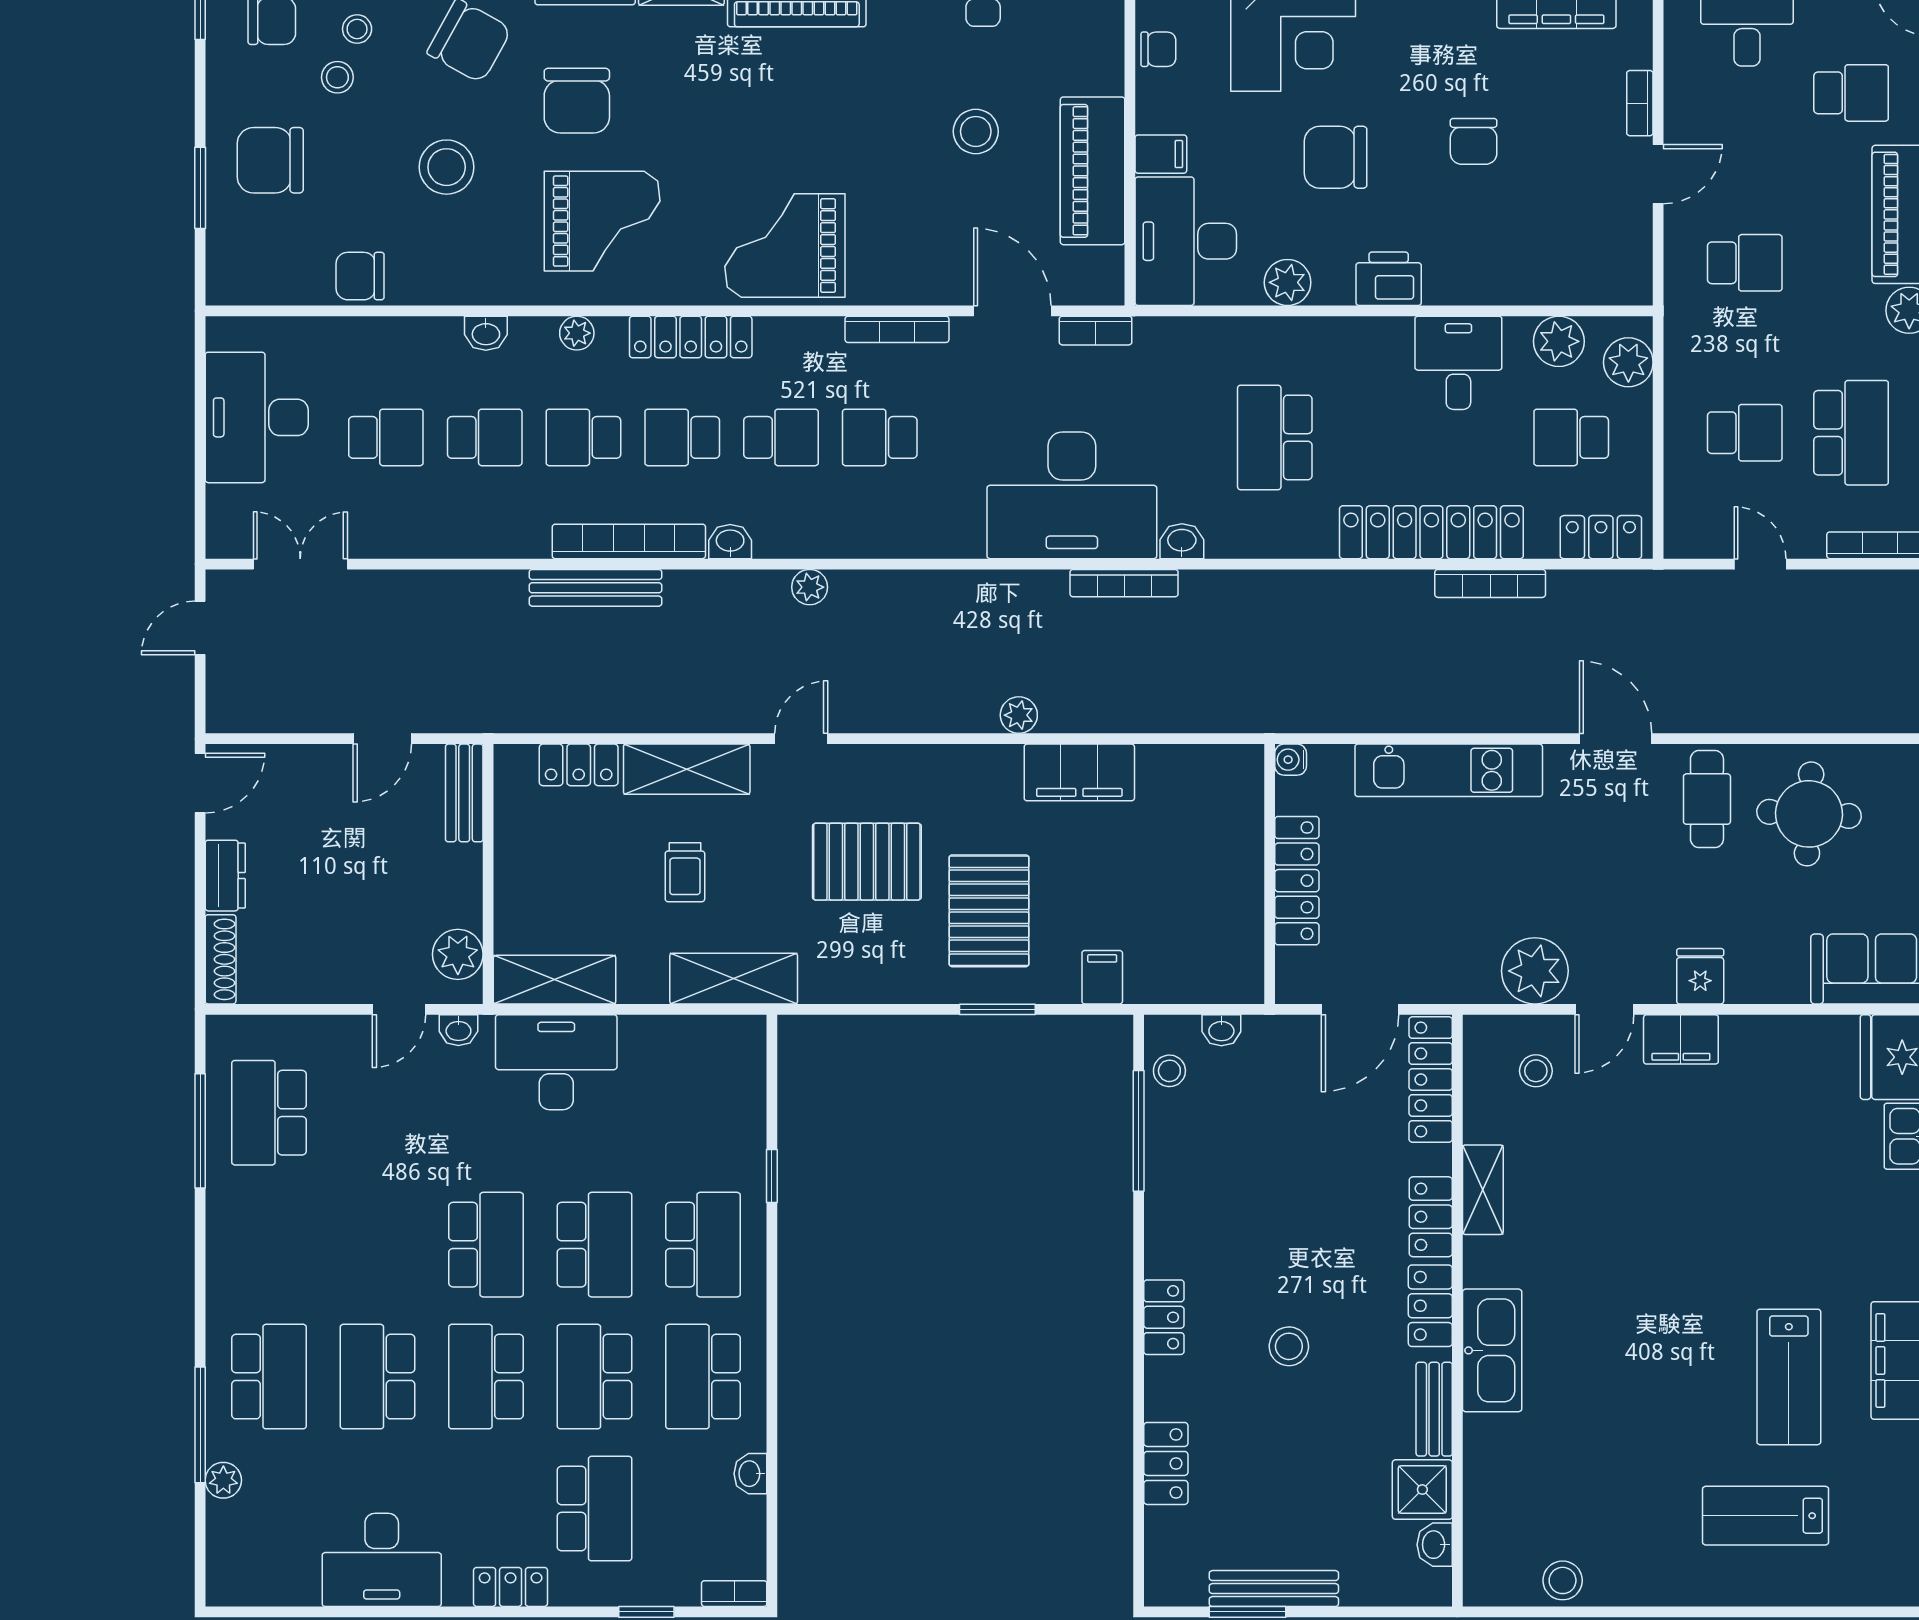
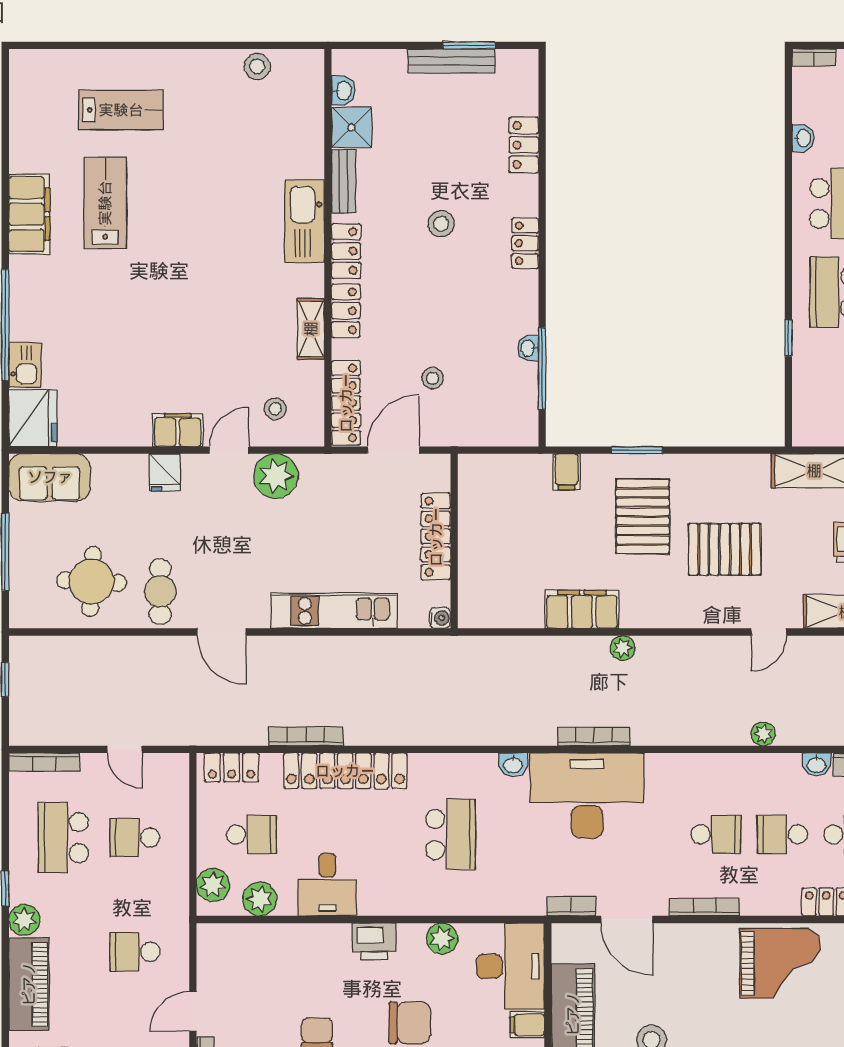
bookcase: (1124, 583) -> (594, 737), moved
washbasin: (1221, 1030) -> (528, 348), moved, turned -90
stool: (1169, 1071) -> (433, 378), moved

